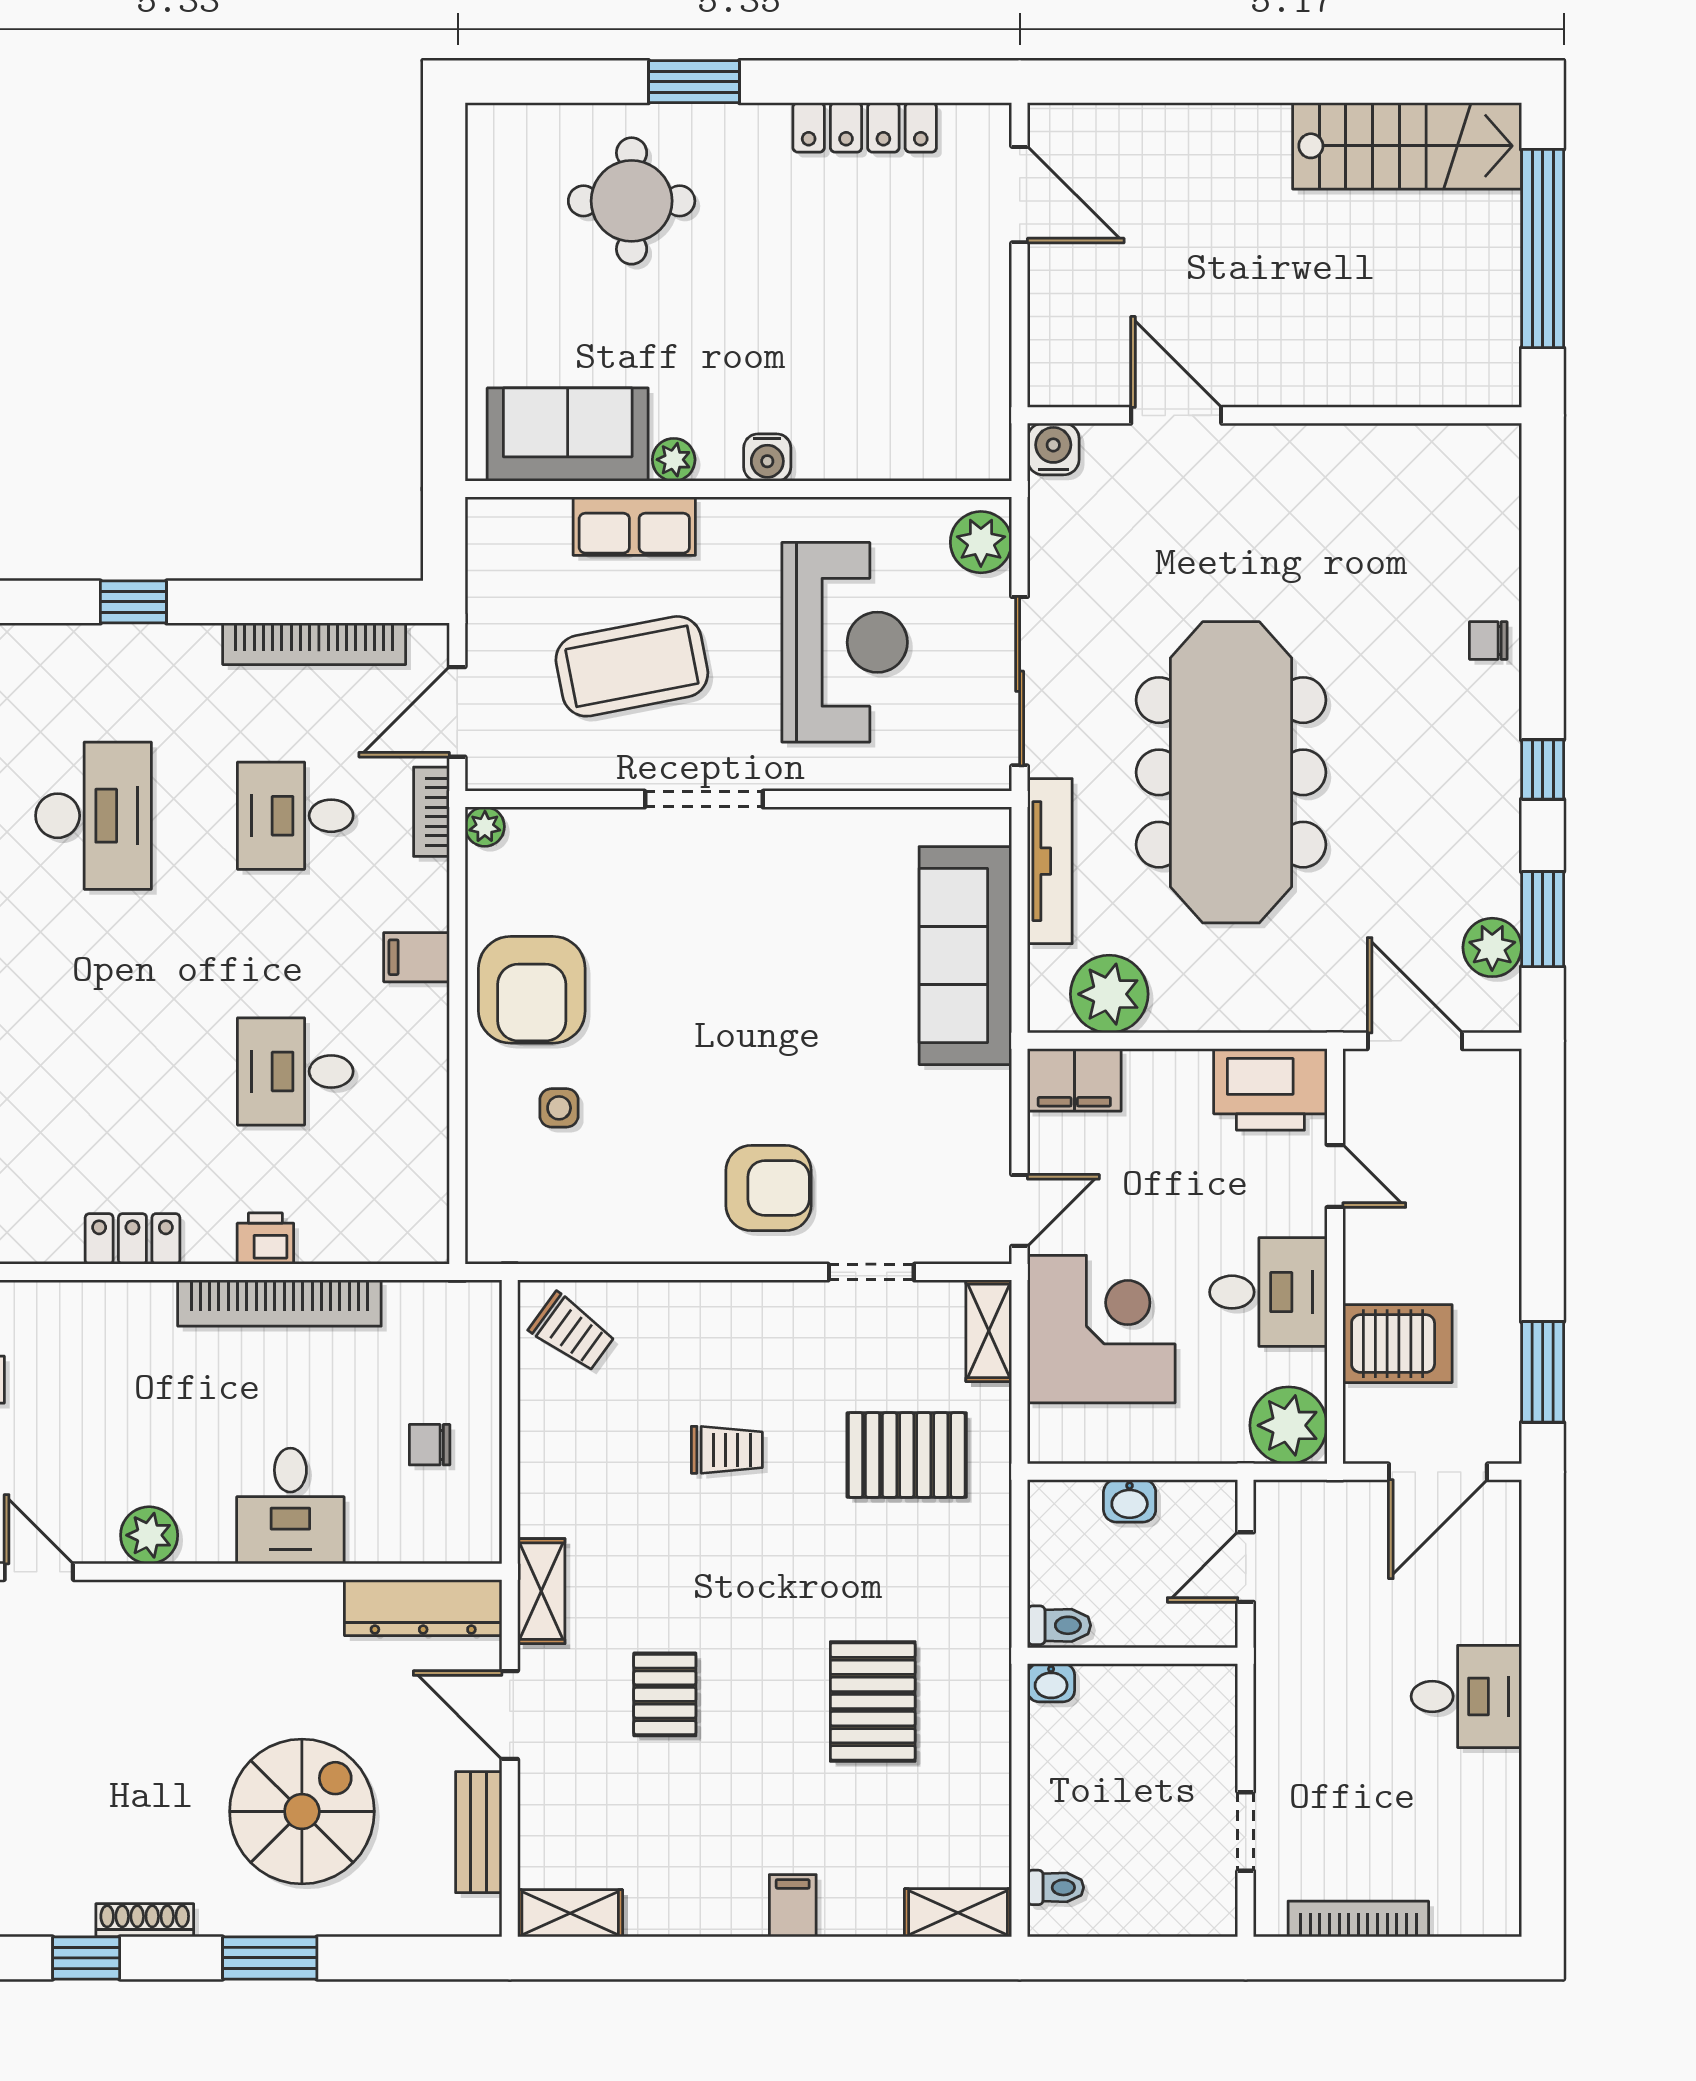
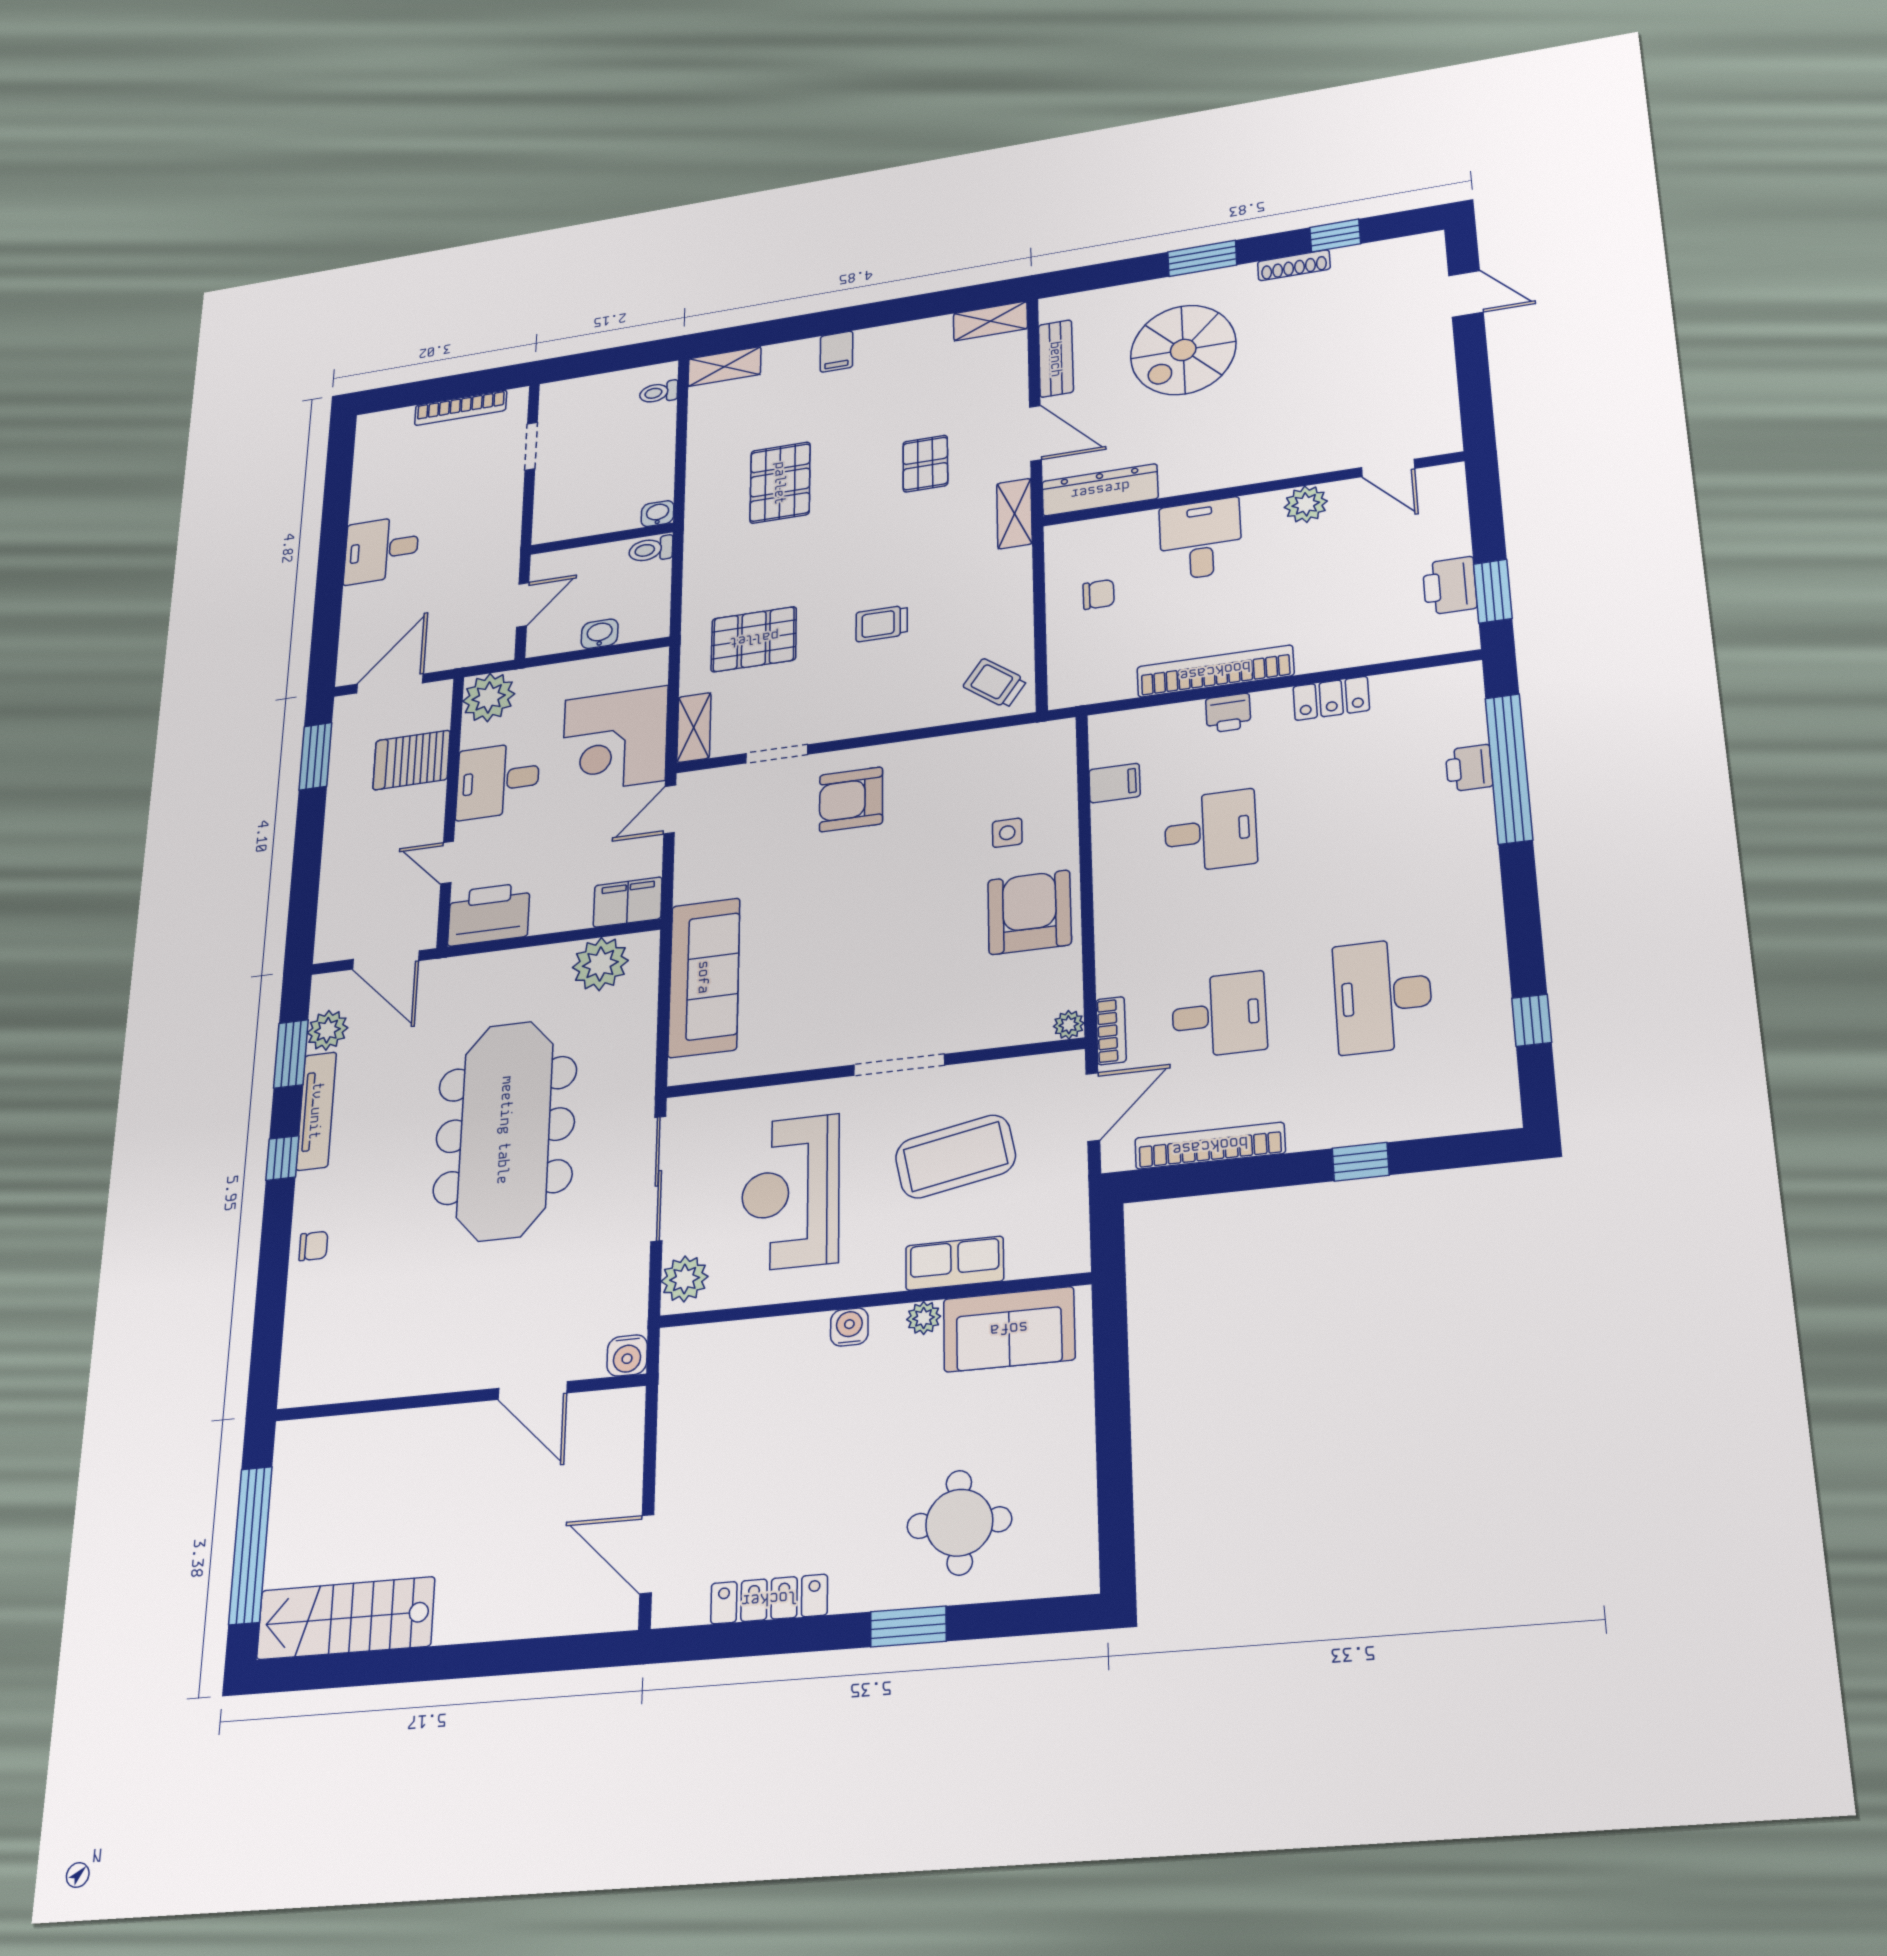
tv unit: (1050, 861) -> (316, 1111), moved, turned 180
filing cabinet: (417, 957) -> (1115, 783), moved

